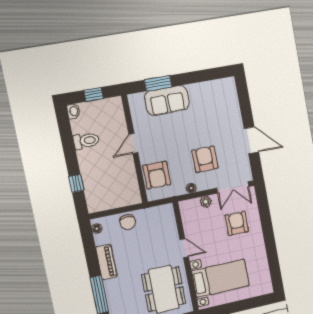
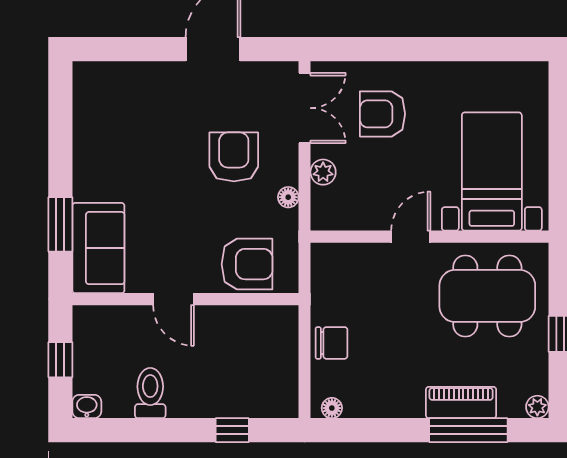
sofa: (167, 100) -> (98, 248), moved
armchair: (205, 159) -> (234, 157), turned 91
piano: (106, 262) -> (461, 402), moved

